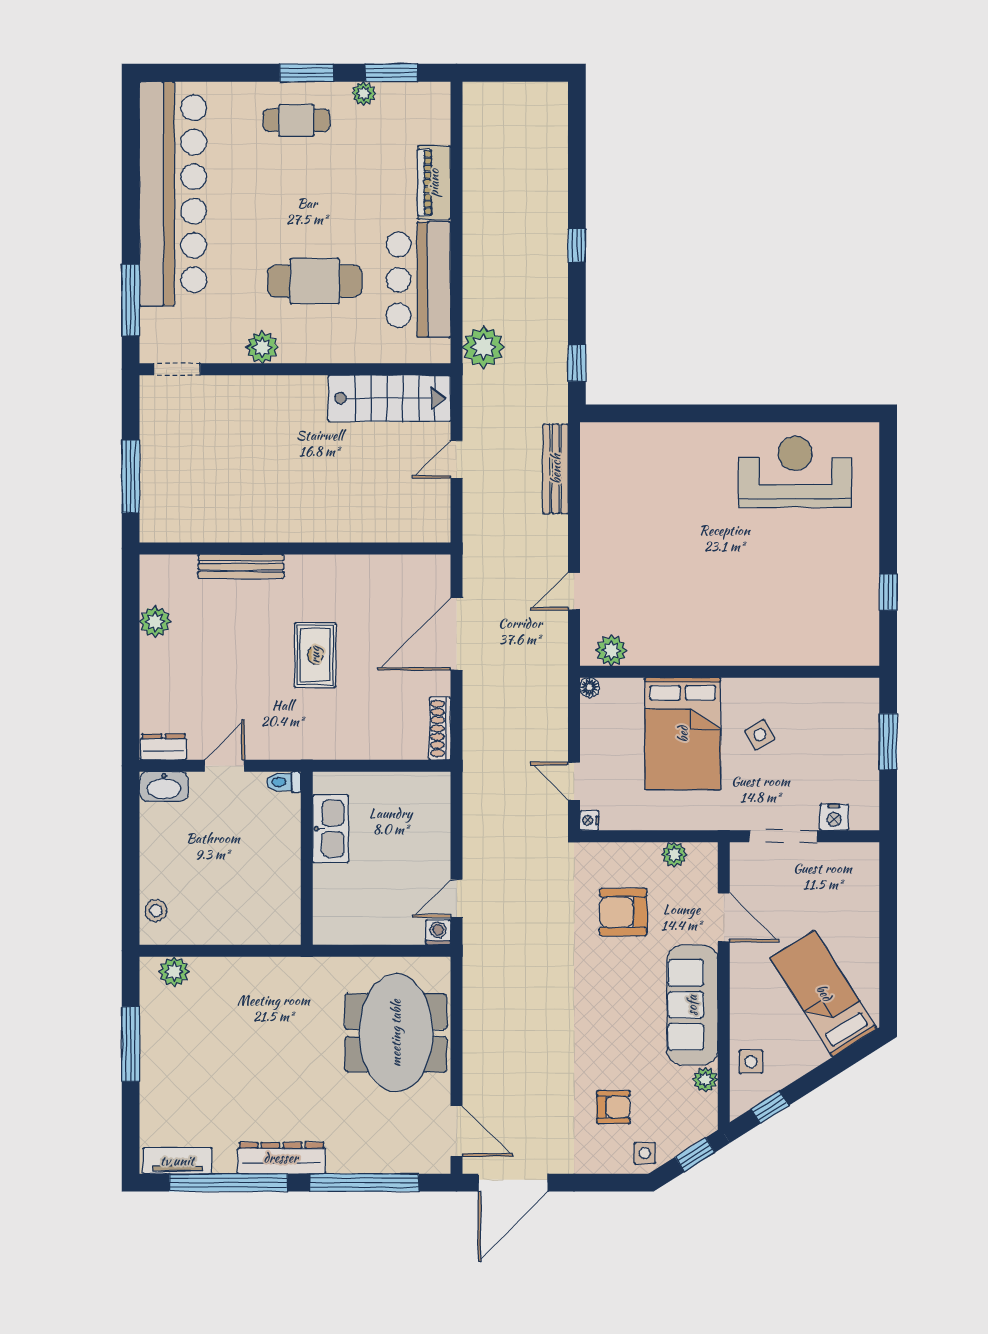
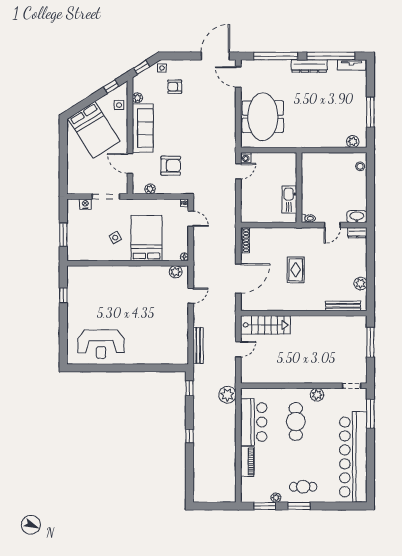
cafe table: (315, 281) -> (296, 422), turned 90
stairs: (389, 398) -> (265, 325), moved, turned 180
bench: (241, 566) -> (343, 306), moved
bed: (824, 993) -> (94, 130), width x1.50

